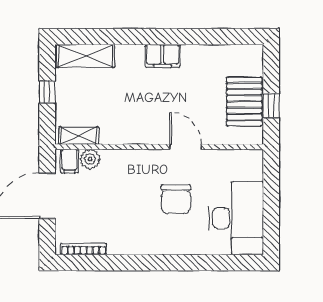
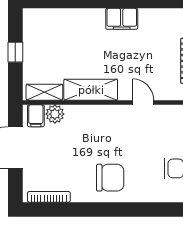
shelving: (85, 56) -> (91, 90), moved
door: (186, 147) -> (143, 103), width x0.73
chair: (176, 199) -> (110, 178), moved, turned -90

